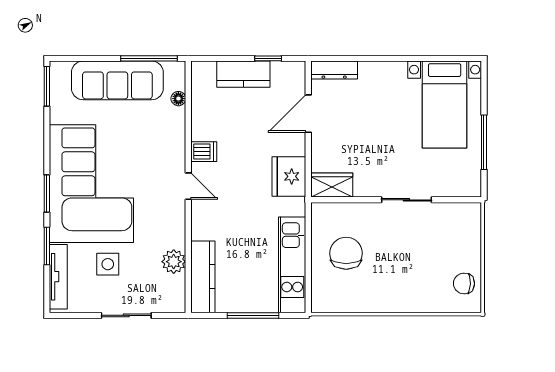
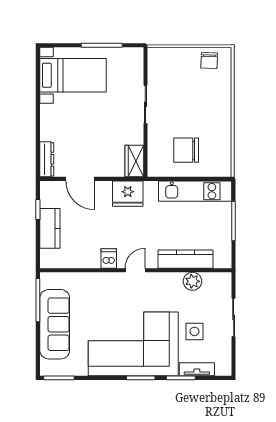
floor lamp: (178, 99) -> (69, 278), removed
tv unit: (58, 277) -> (197, 369), width x0.71
kitchen counter: (203, 277) -> (185, 259), moved

